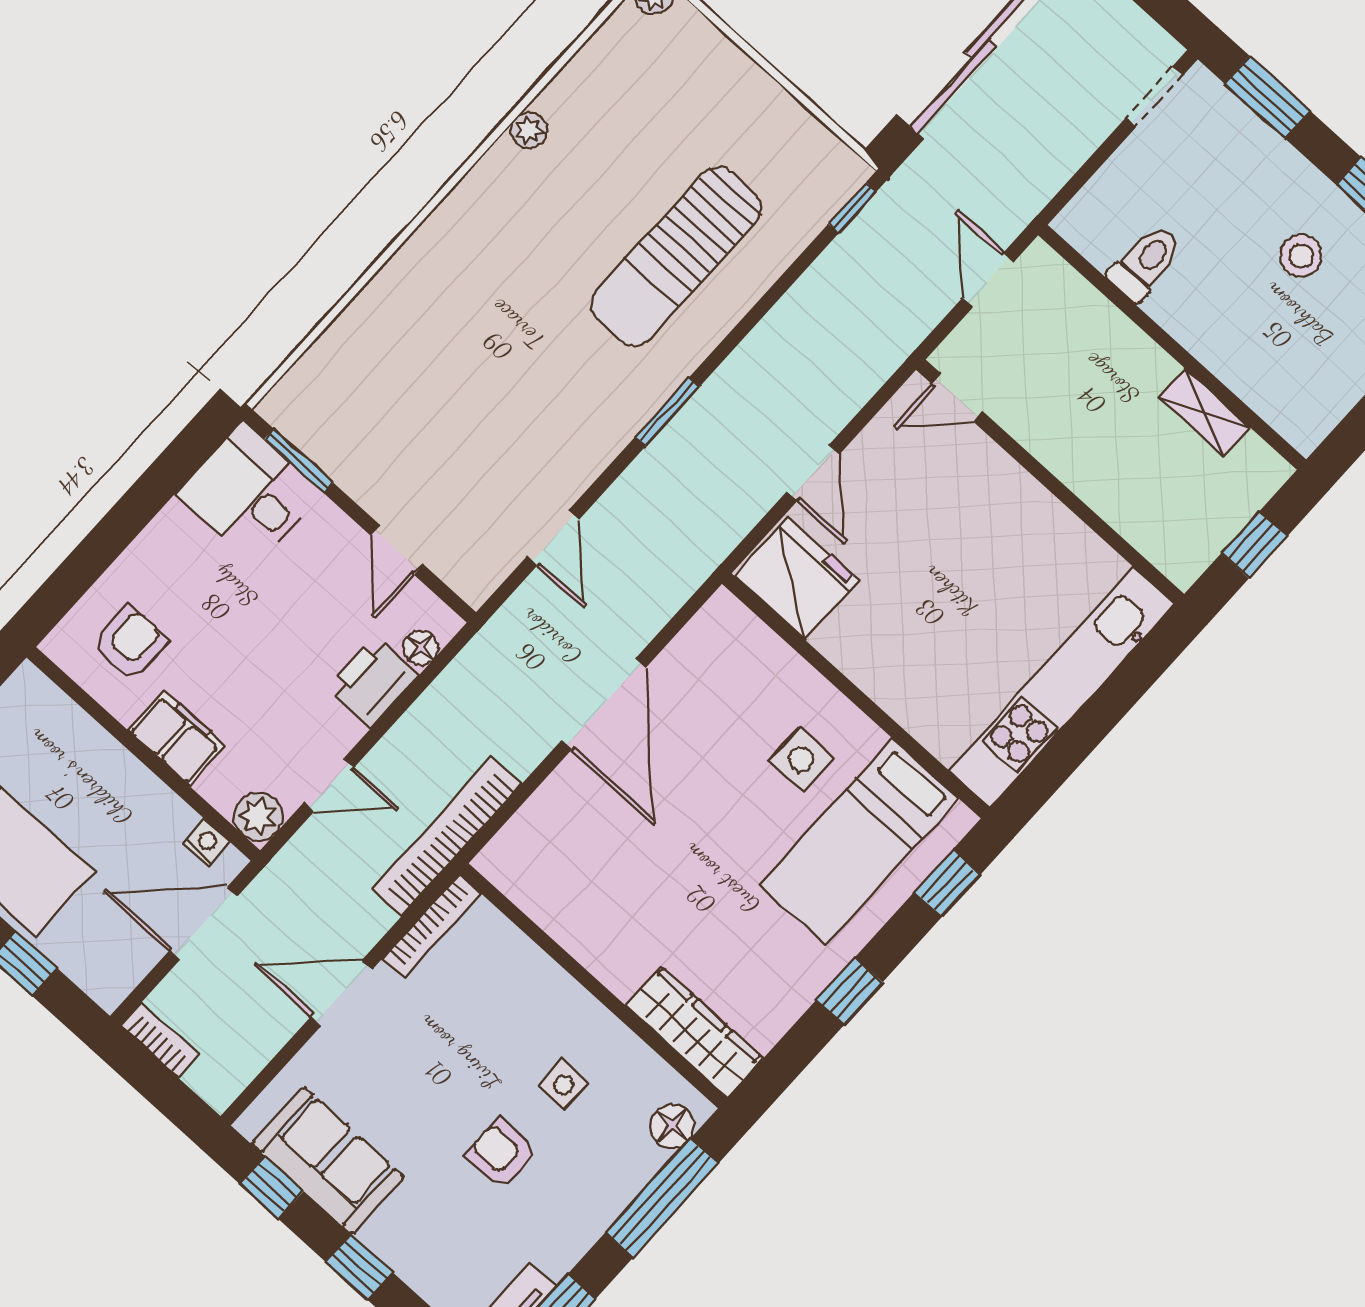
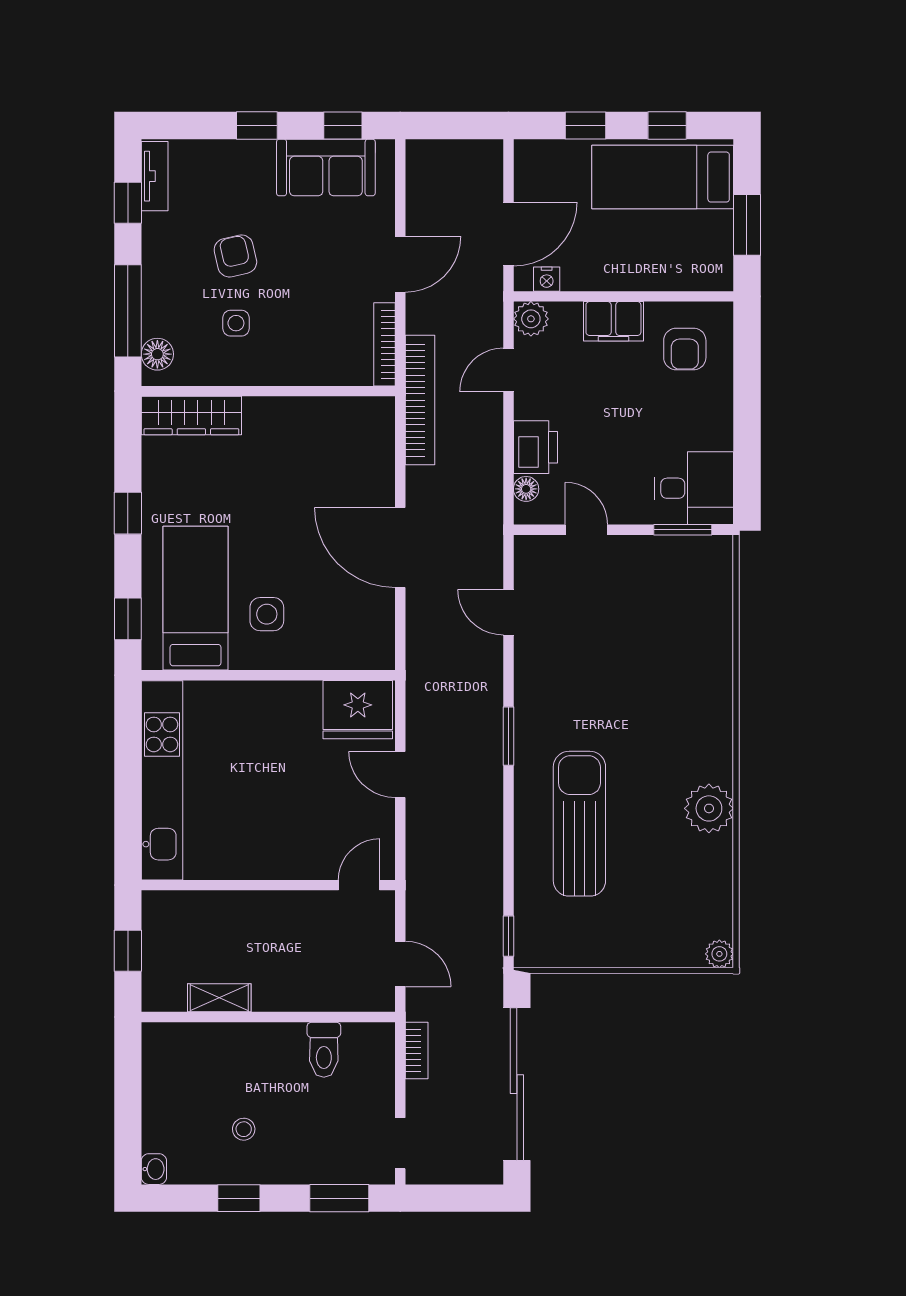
plant: (529, 130) -> (709, 808), width x1.87, depth x1.87
stool: (1301, 256) -> (244, 1129), width x0.73, depth x0.73
bookcase: (160, 1040) -> (417, 1051), moved, turned -90
armchair: (502, 1154) -> (235, 256), turned -103

